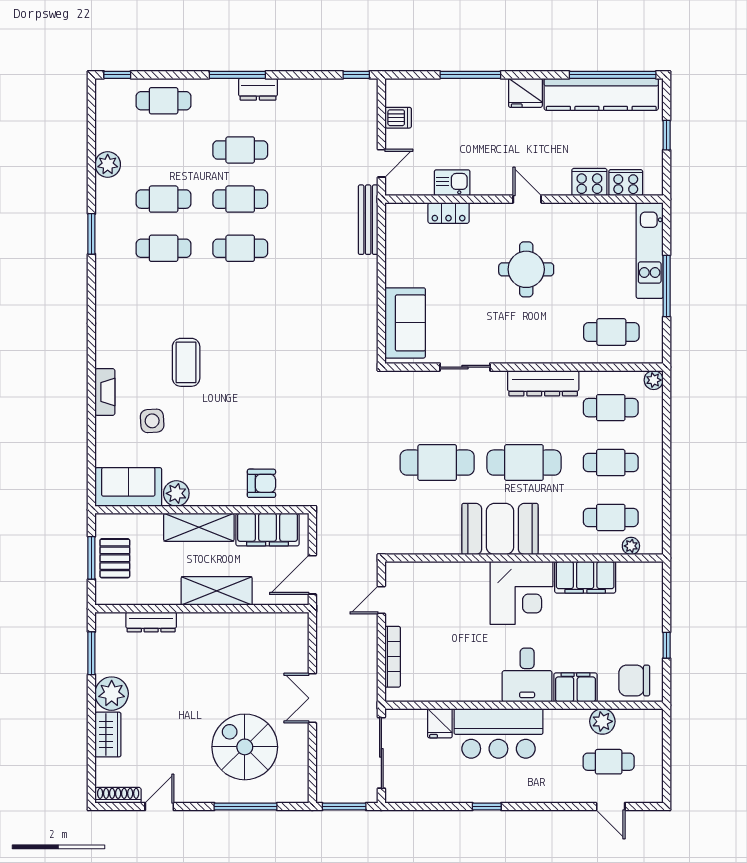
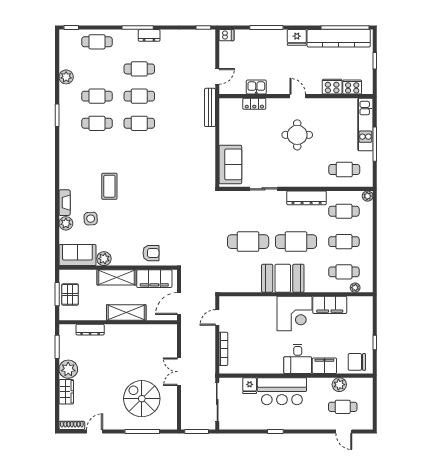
dishwasher: (398, 118) -> (226, 35), moved
plant: (107, 429) -> (66, 223), added

